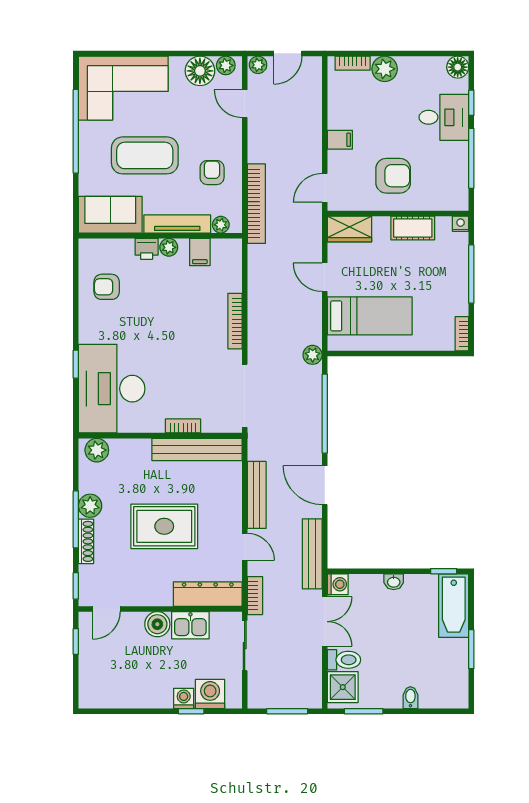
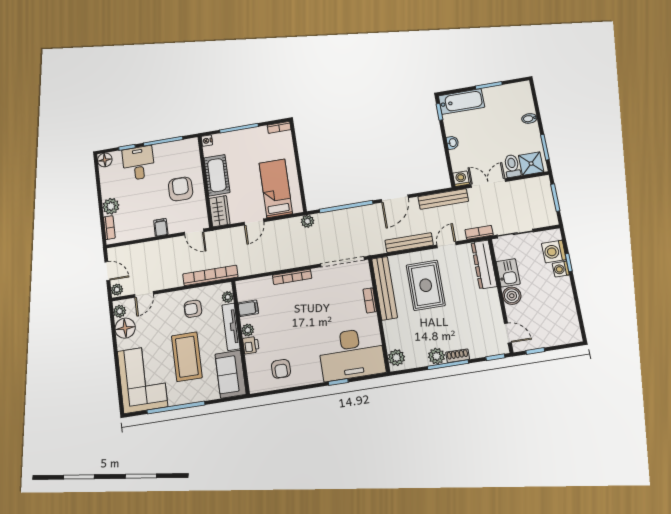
cot: (413, 228) -> (217, 175), width x1.37, depth x1.34
rug: (164, 526) -> (426, 285), moved
shoe rack: (86, 541) -> (458, 356), width x0.70

